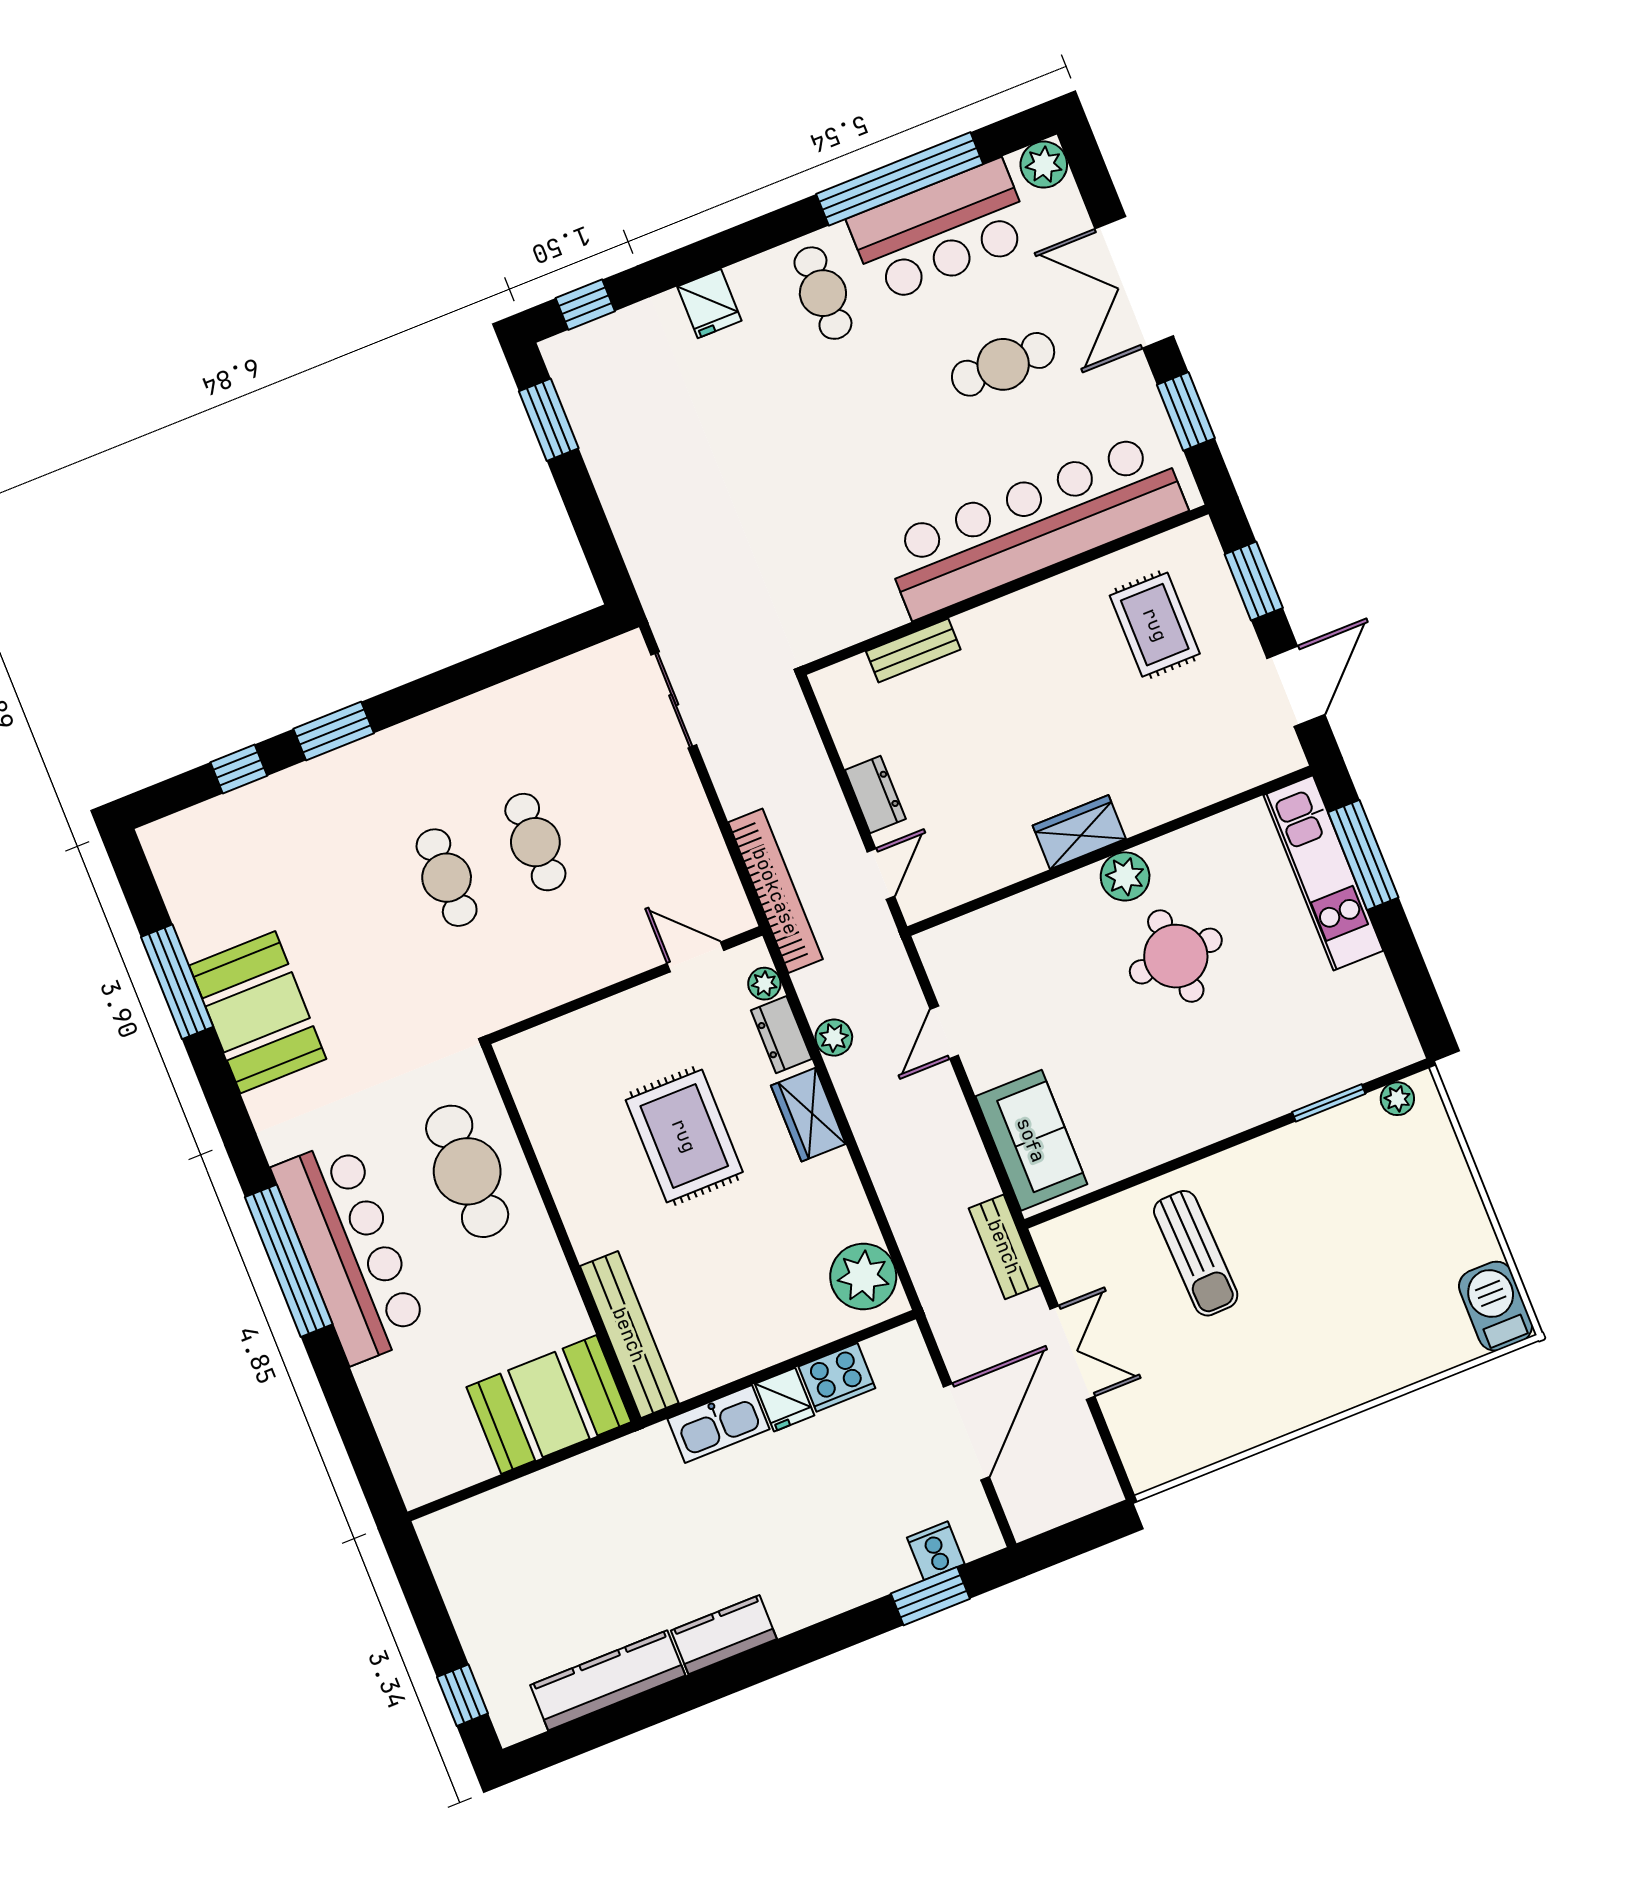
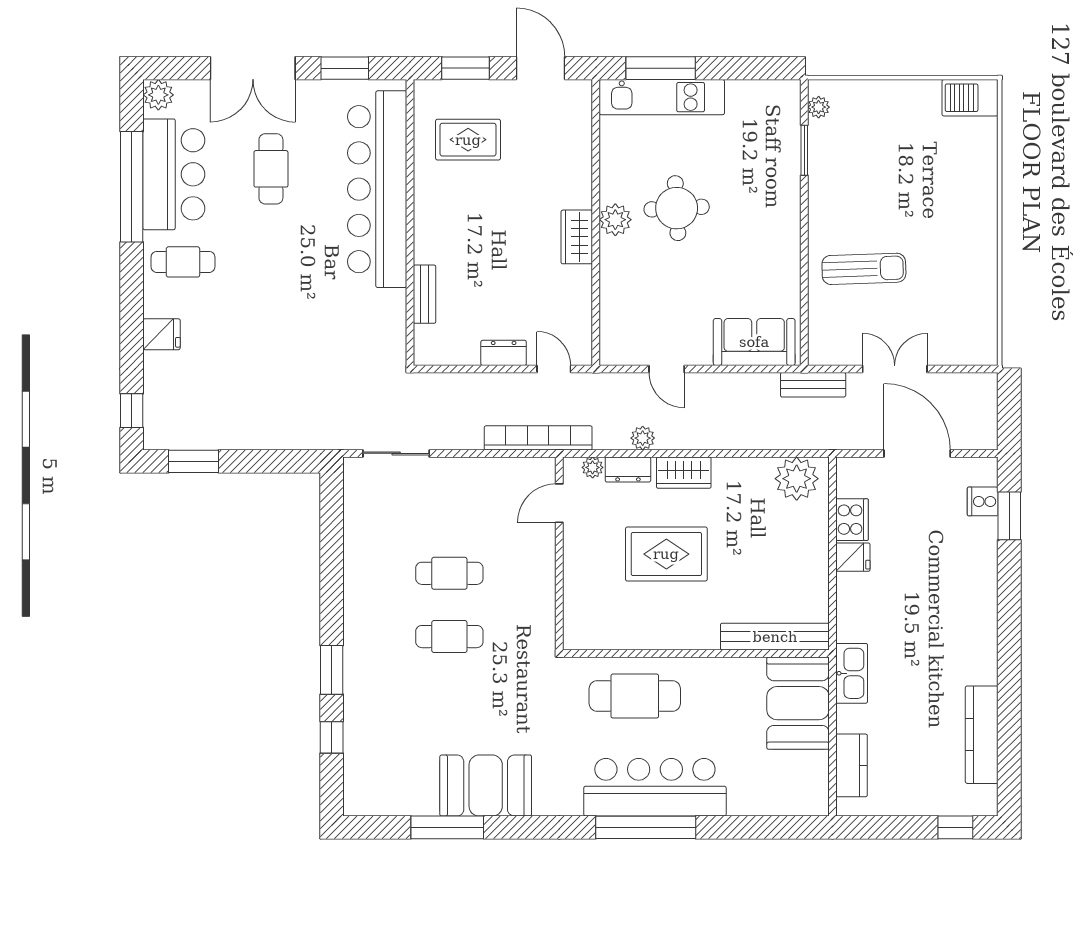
kitchen sink: (718, 1424) -> (852, 673), moved
kitchen counter: (724, 1635) -> (852, 765), moved, turned 180

